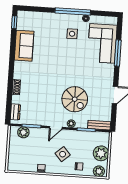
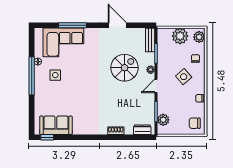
sofa: (24, 46) -> (56, 125), moved
door: (56, 128) -> (156, 86), swing flipped
chair: (18, 162) -> (195, 123), added

